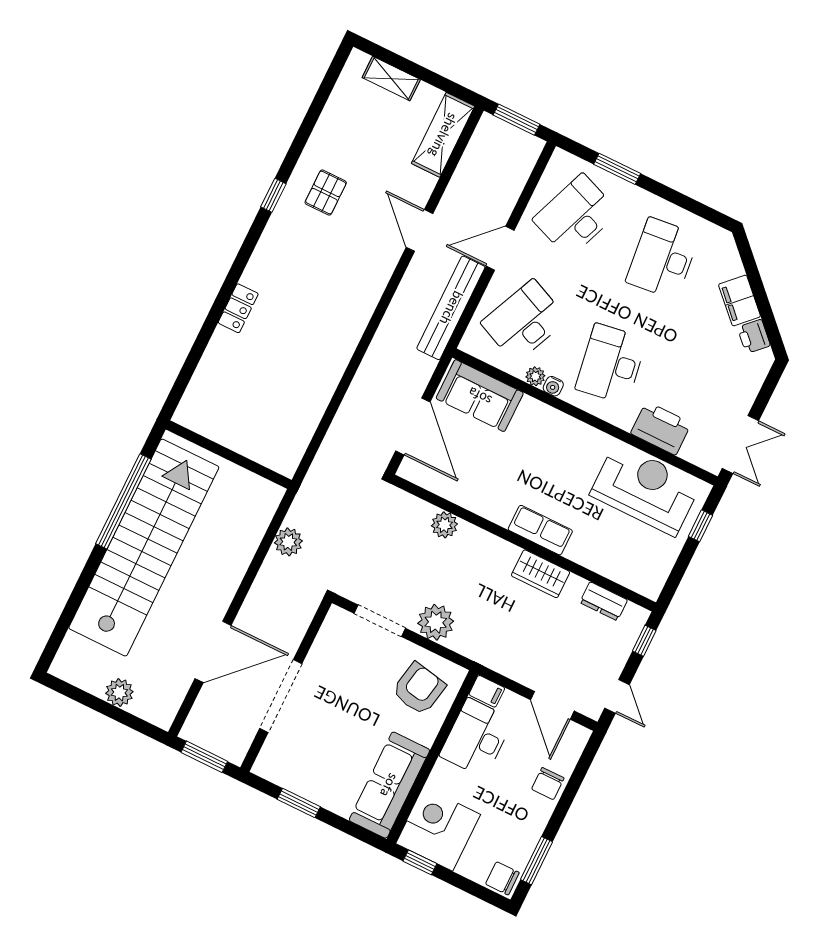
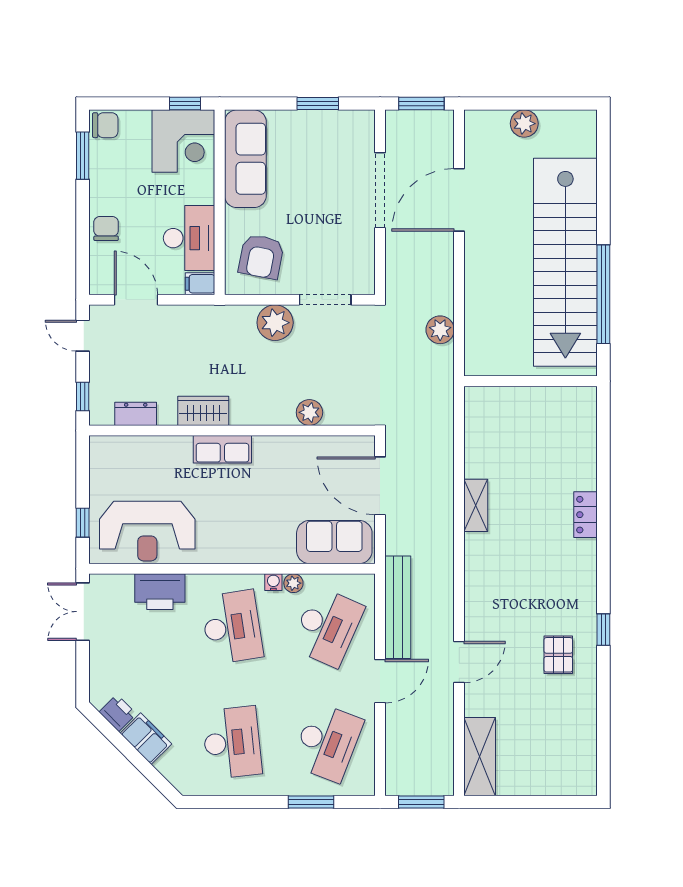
shelving: (391, 79) -> (476, 505), moved, turned 90
door: (420, 230) -> (459, 662), hinge flipped

